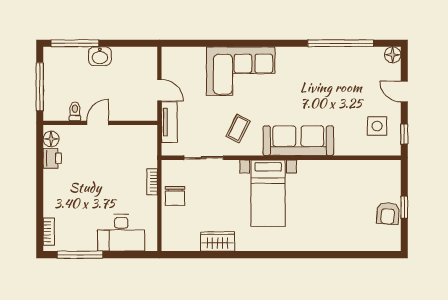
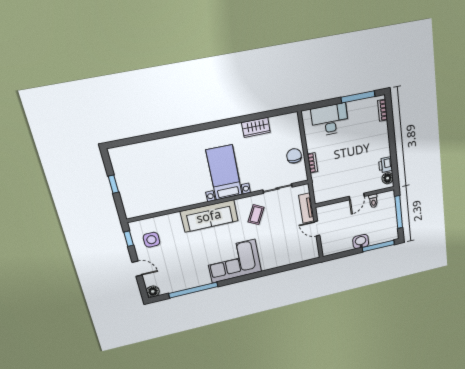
corner sofa: (241, 71) -> (234, 261), moved
armchair: (388, 213) -> (125, 177), removed

